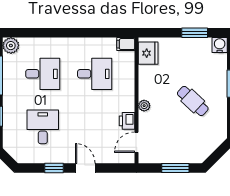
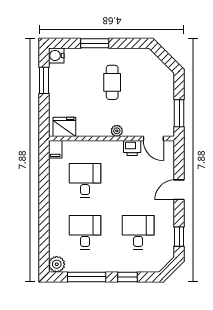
cafe table: (193, 101) -> (112, 82), turned -43
desk: (43, 127) -> (138, 232), turned 90
window: (54, 168) -> (179, 237), moved
window: (175, 168) -> (179, 113), moved

